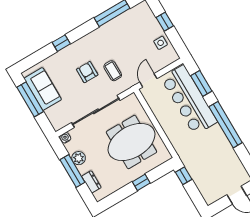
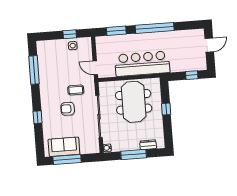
window: (165, 22) -> (70, 34), moved
bar counter: (189, 100) -> (142, 64), moved, turned 180
plant: (79, 158) -> (126, 146), removed
window: (184, 176) -> (192, 75), moved

